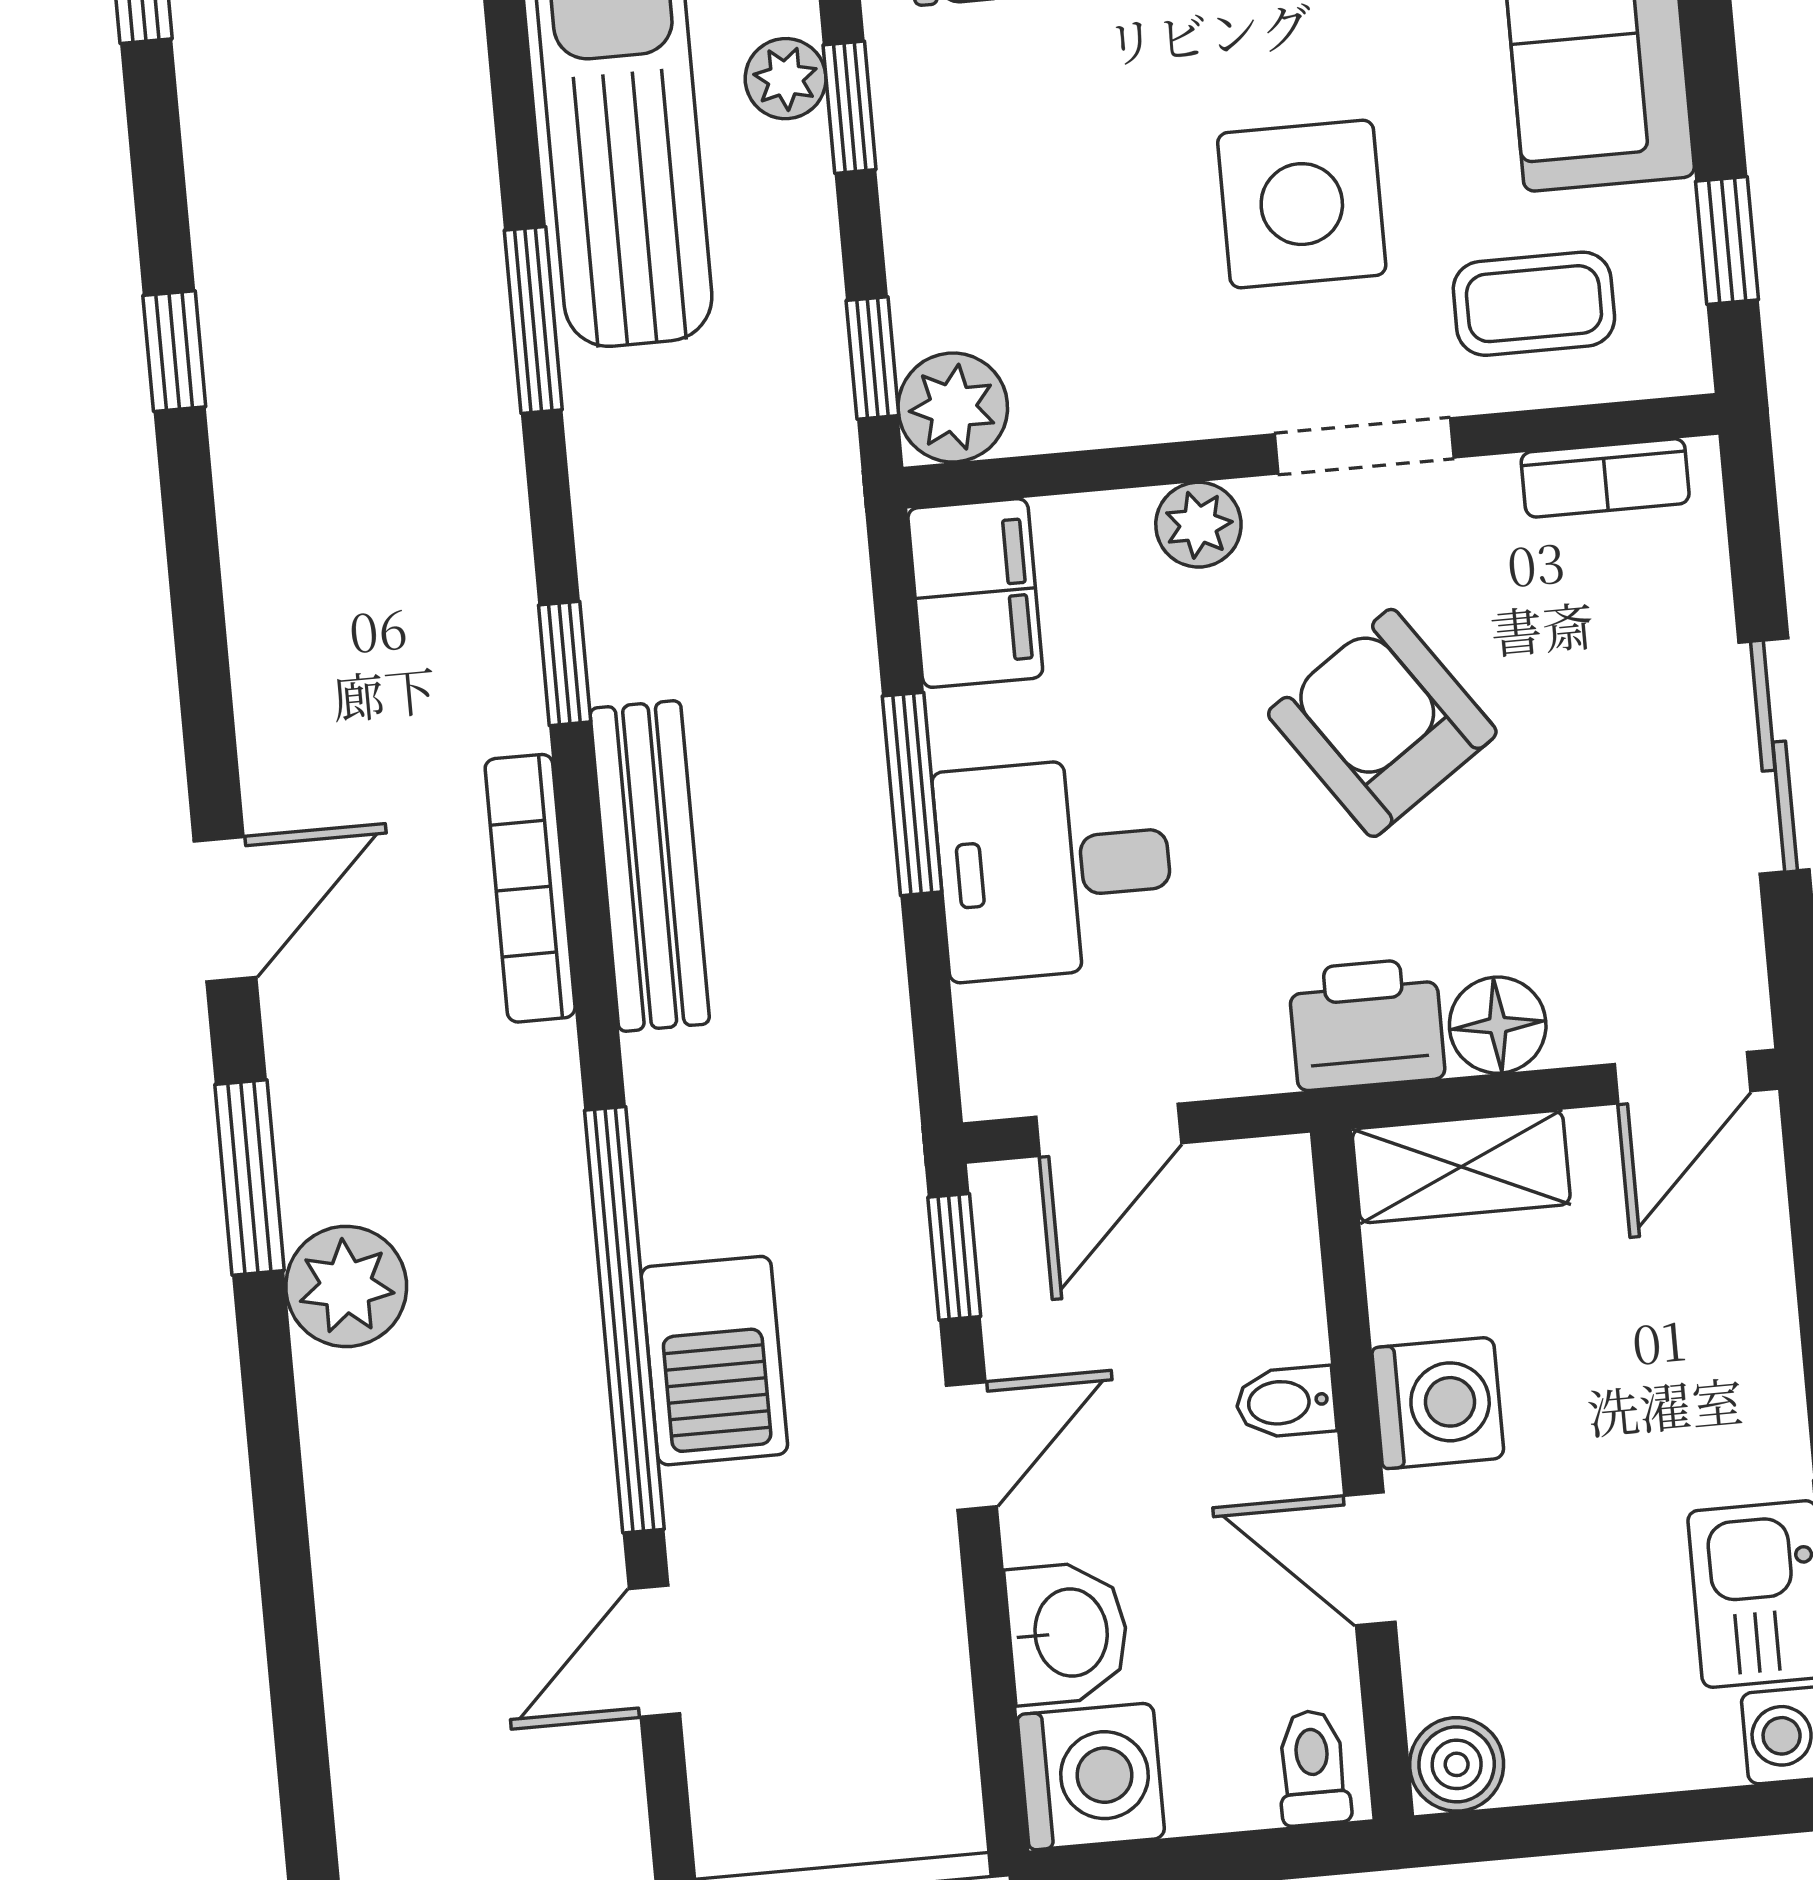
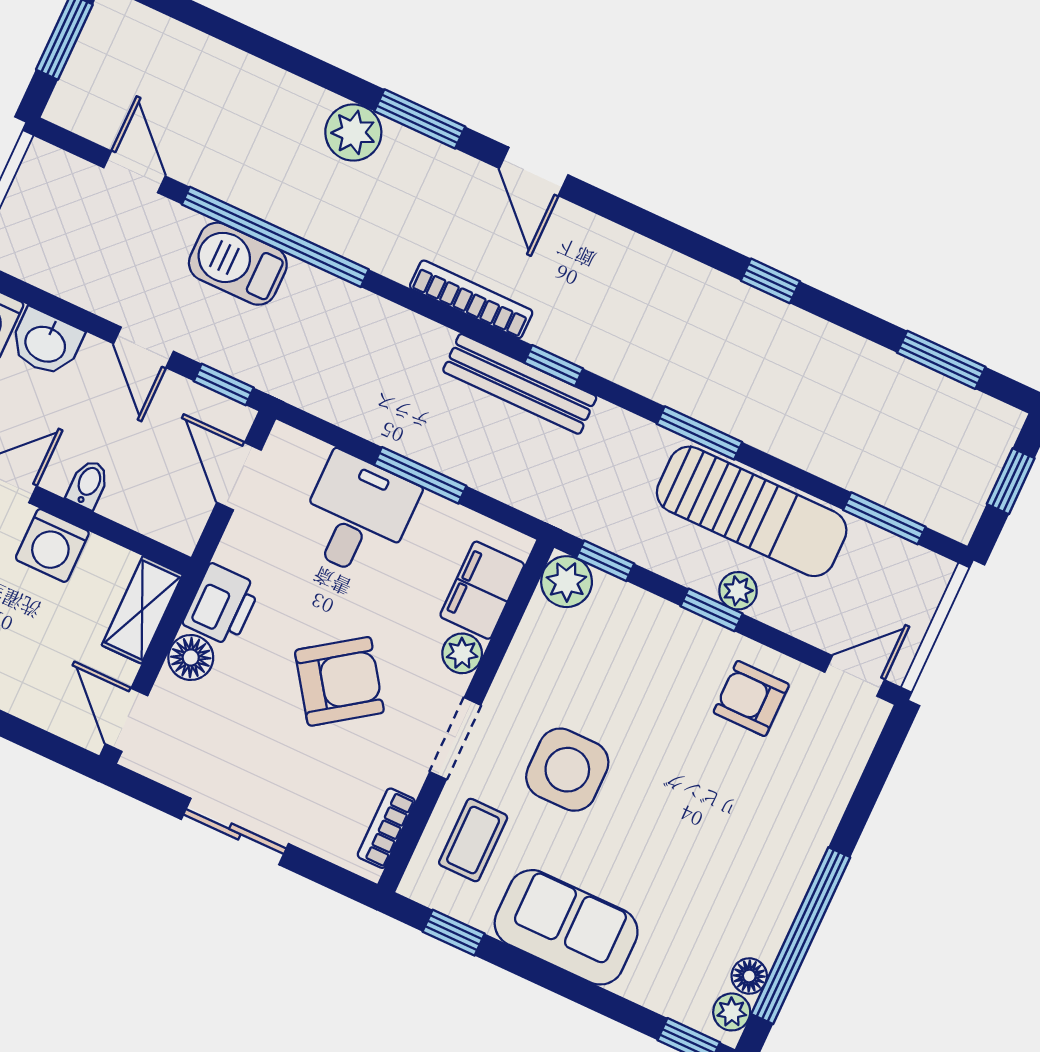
filing cabinet: (975, 593) -> (482, 590), moved, turned 90
bench: (650, 866) -> (520, 384), moved

